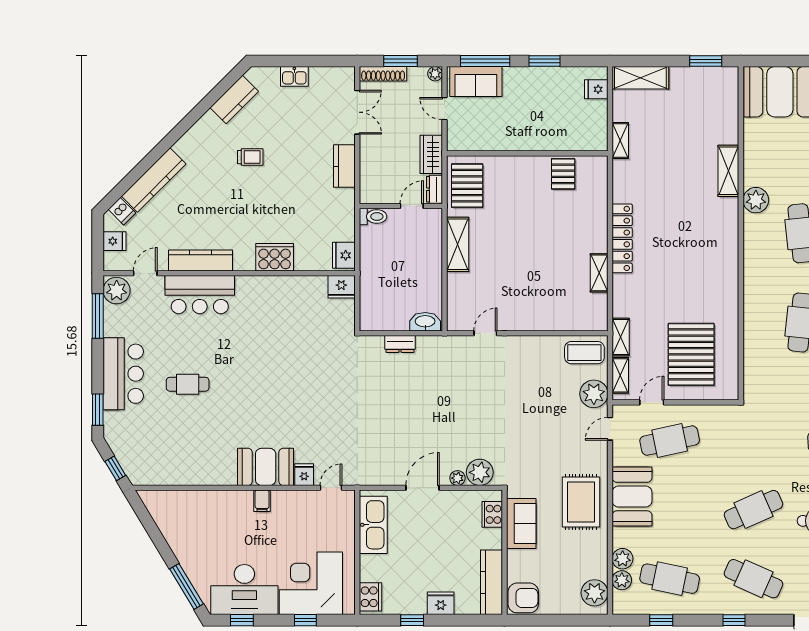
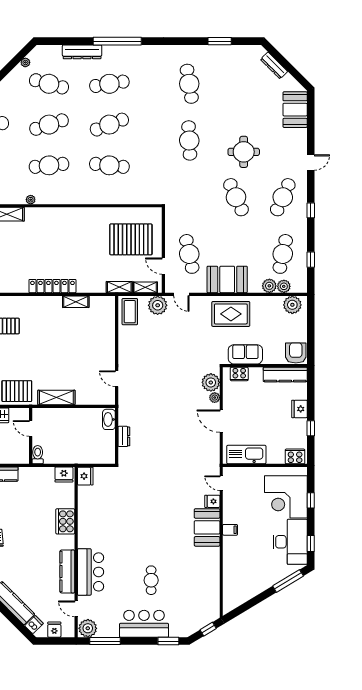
dresser: (434, 189) -> (19, 413), removed
plant: (756, 200) -> (31, 200), width x0.53, depth x0.53

